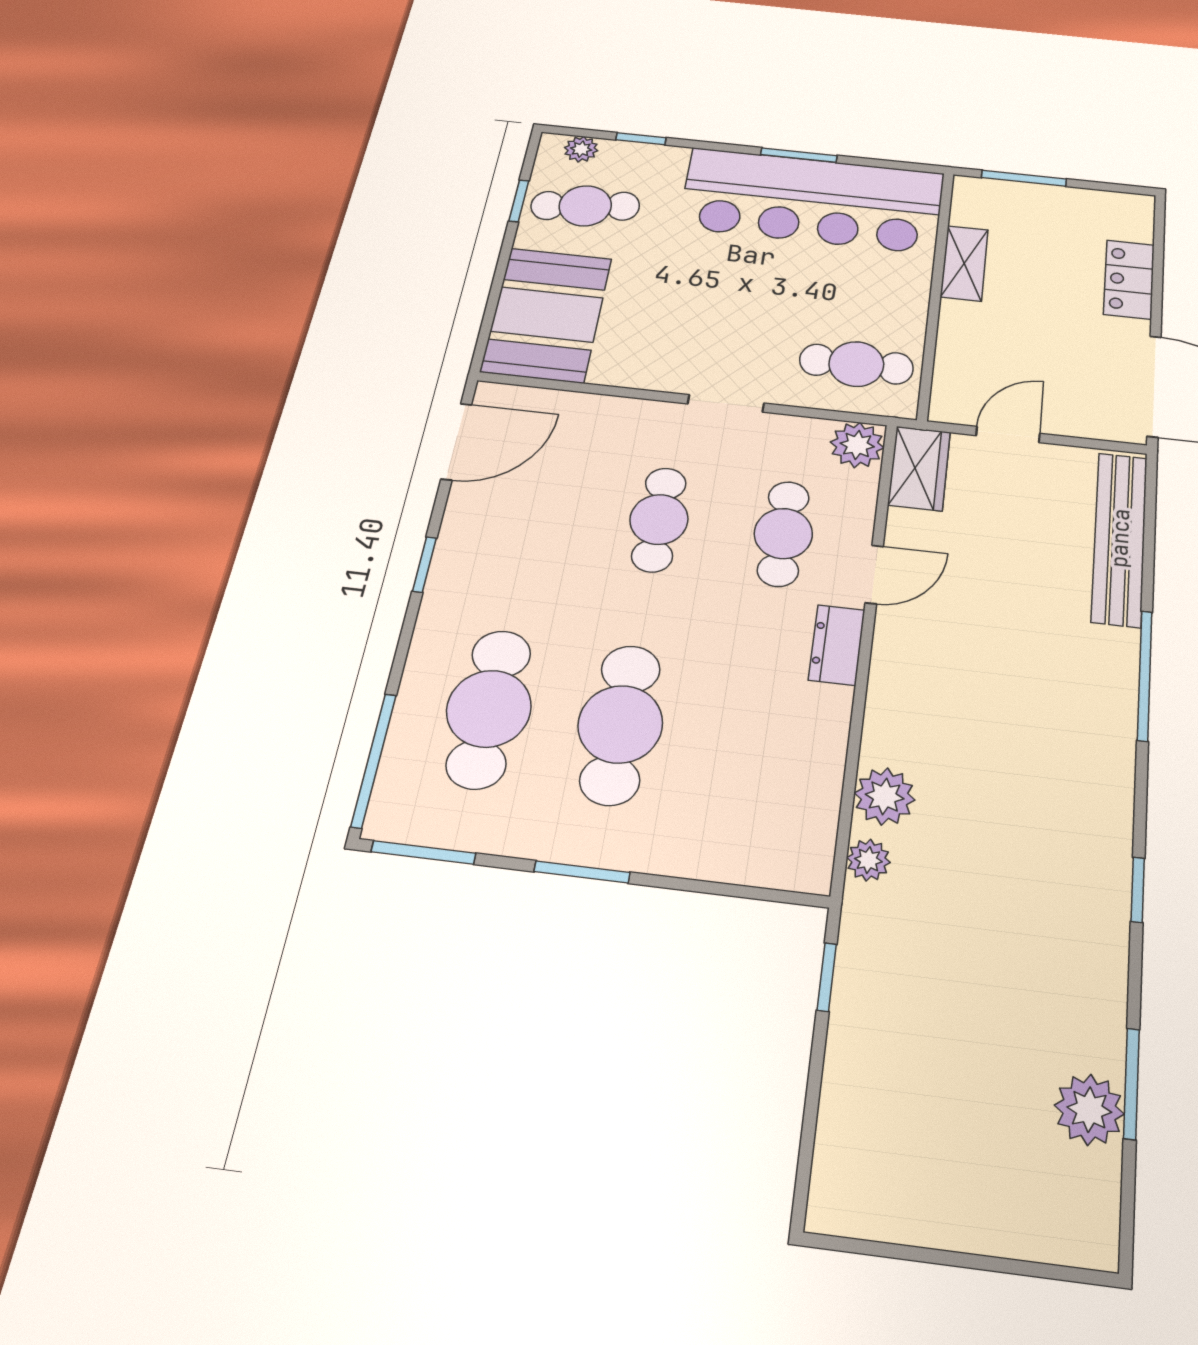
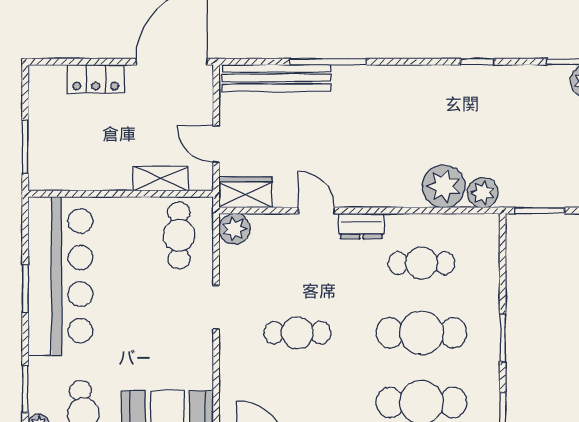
window: (641, 139) -> (25, 389), width x1.50
shelving: (964, 263) -> (161, 179), moved
cafe table: (783, 534) -> (421, 263), moved
window: (1145, 675) -> (328, 62), moved
plant: (885, 796) -> (444, 186), width x1.36, depth x1.36
plant: (868, 860) -> (483, 193), width x1.38, depth x1.38
window: (827, 977) -> (540, 211), width x1.50

